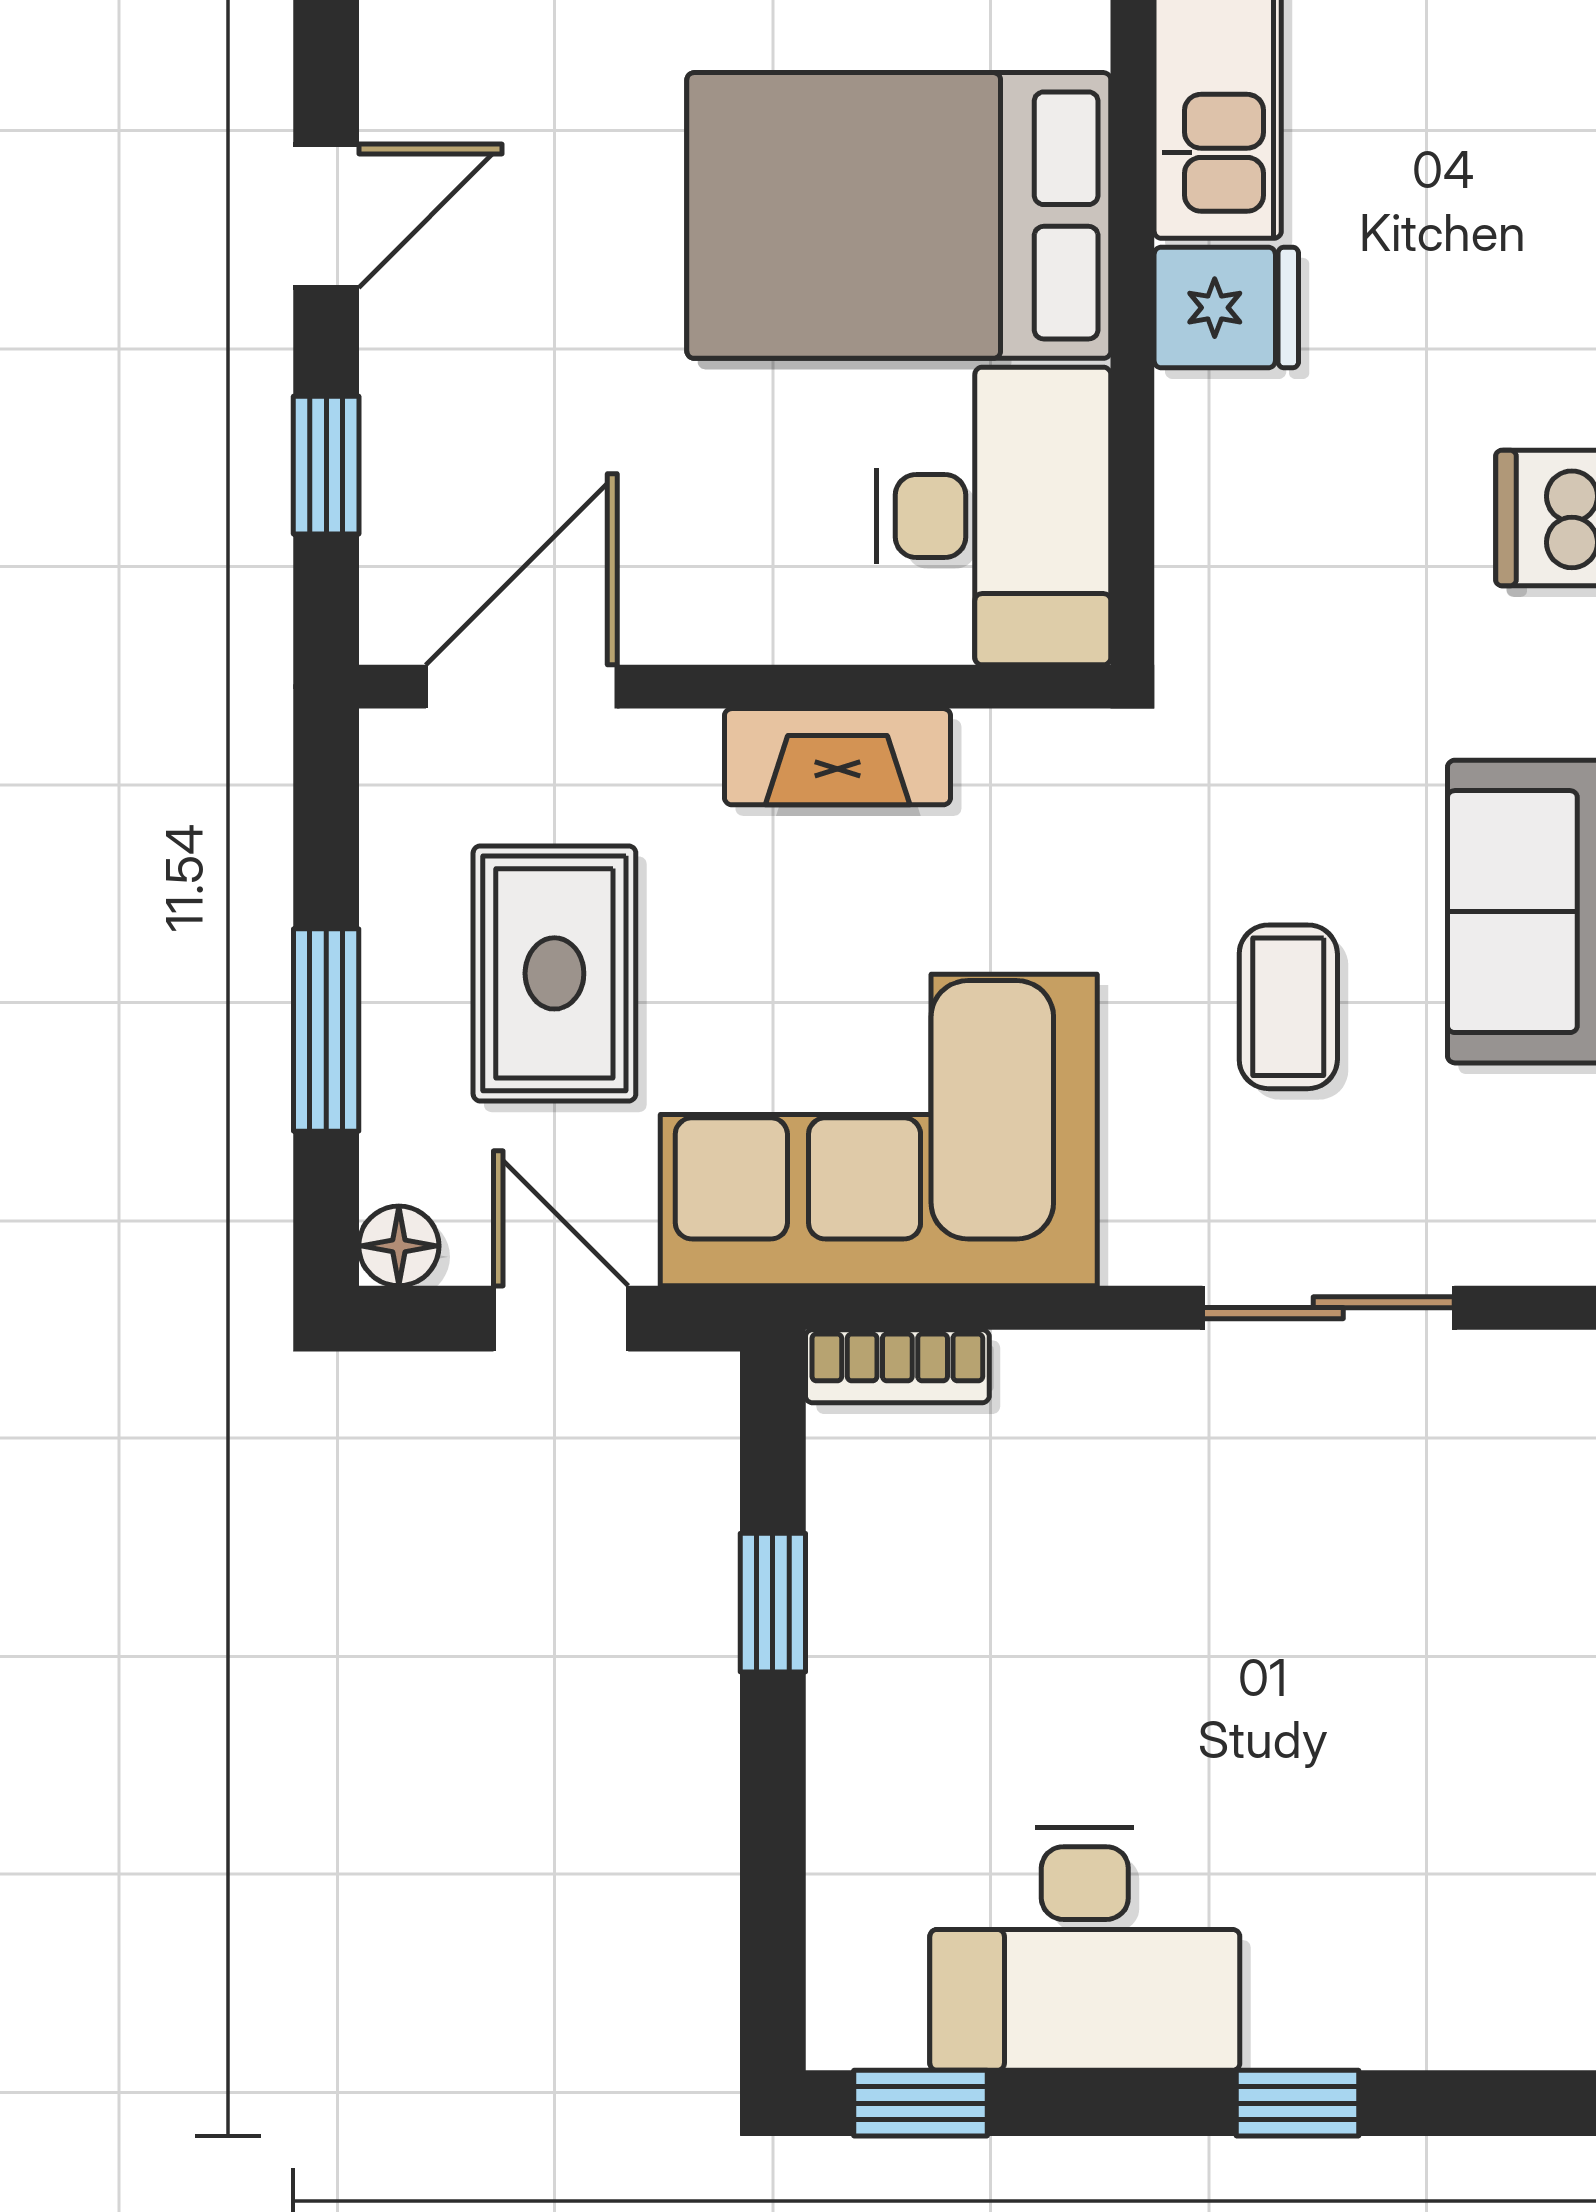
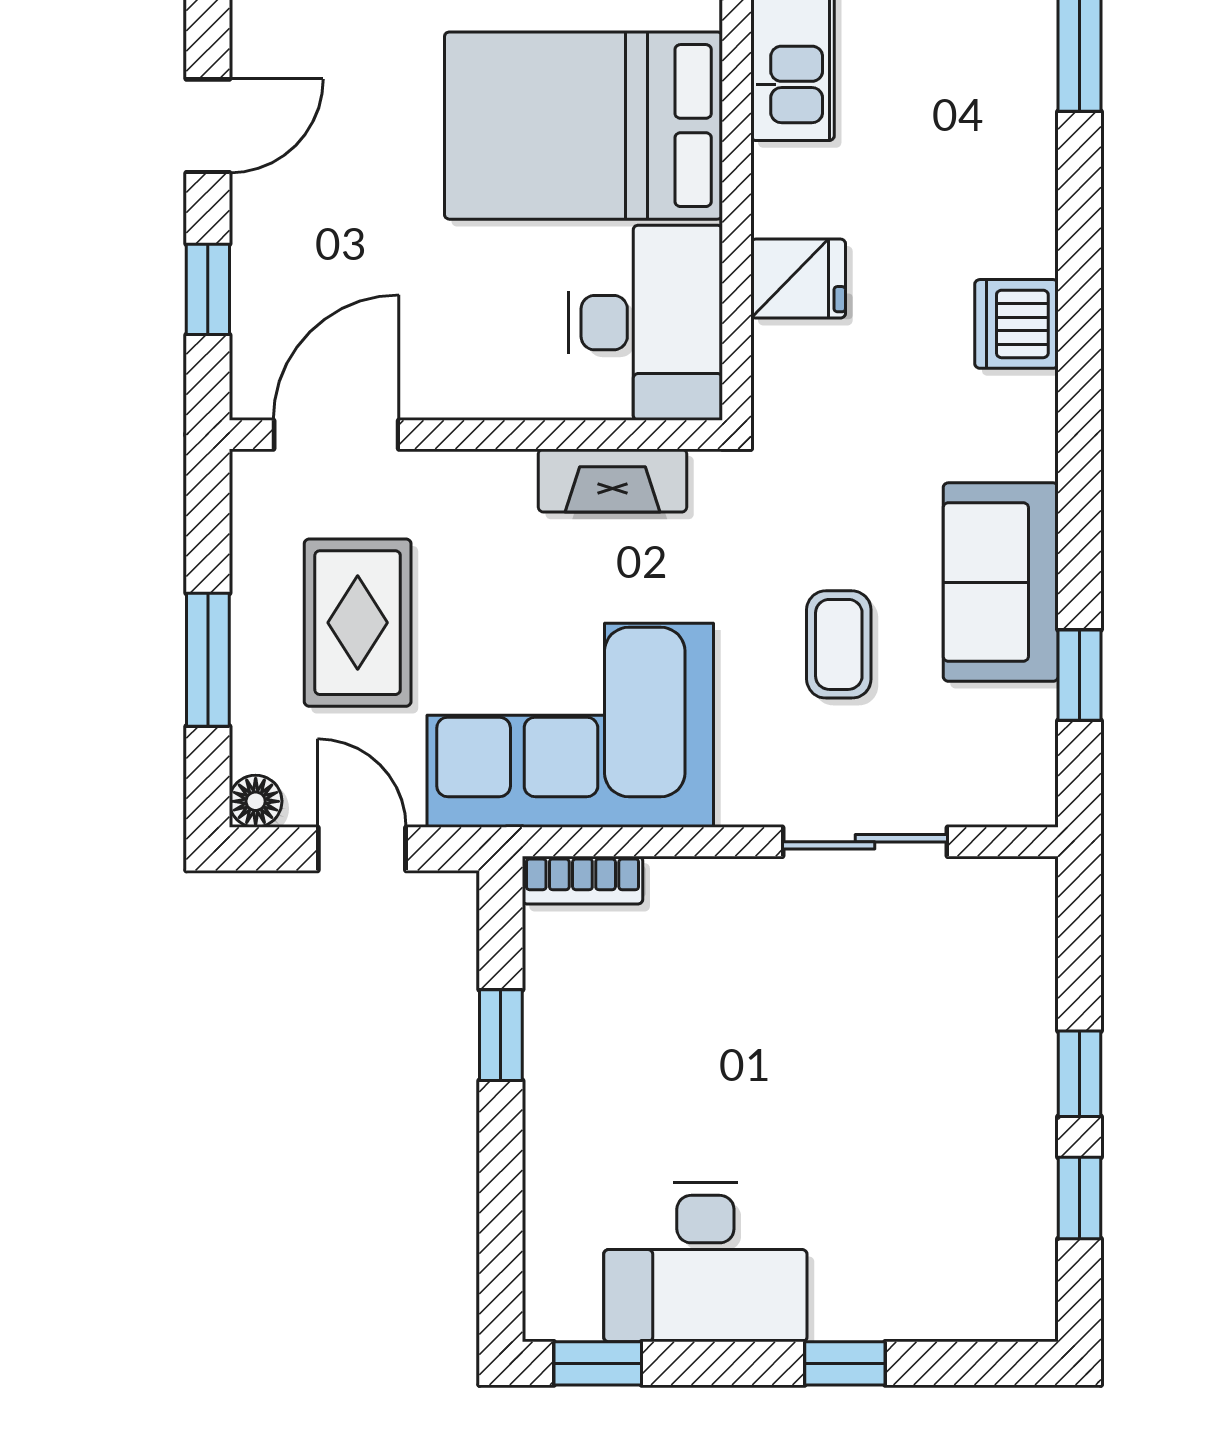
fridge: (1226, 308) -> (798, 279), moved
fireplace: (838, 757) -> (613, 480), moved

